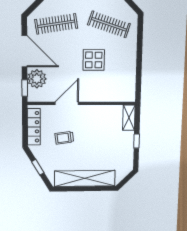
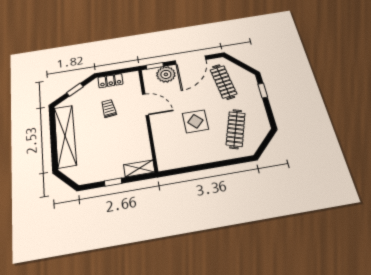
locker: (34, 127) -> (110, 81), width x0.66

